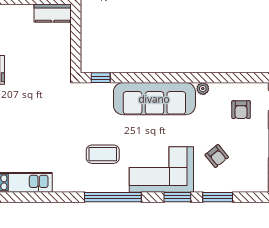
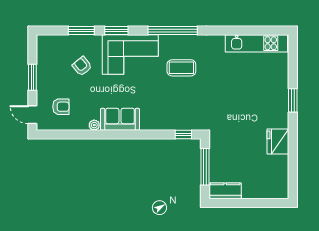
window: (76, 41) -> (205, 167), added
sofa: (154, 99) -> (120, 119), width x0.54, depth x0.79
armchair: (241, 110) -> (61, 107), turned 90

